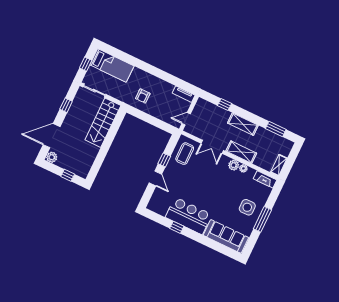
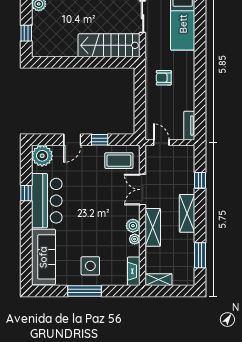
plant: (156, 204) -> (42, 156), added

